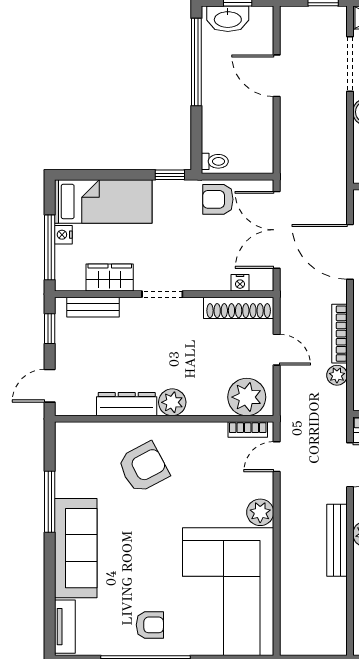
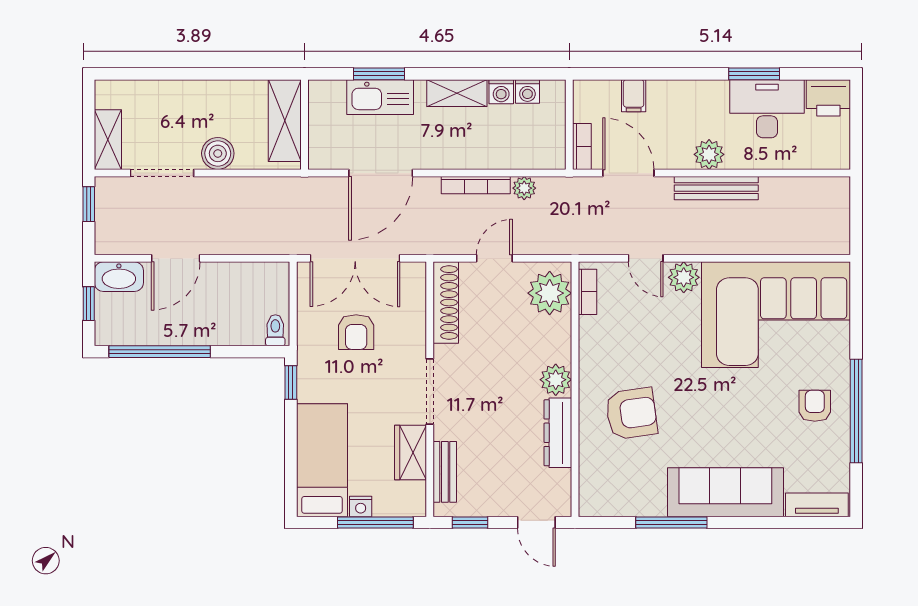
washbasin: (228, 19) -> (119, 277), moved, turned 90
armchair: (218, 199) -> (356, 332), moved
nightstand: (240, 283) -> (417, 301), removed
doorway: (162, 294) -> (430, 391), width x1.38
door: (277, 457) -> (646, 258), moved
armchair: (143, 467) -> (631, 413), turned 110

